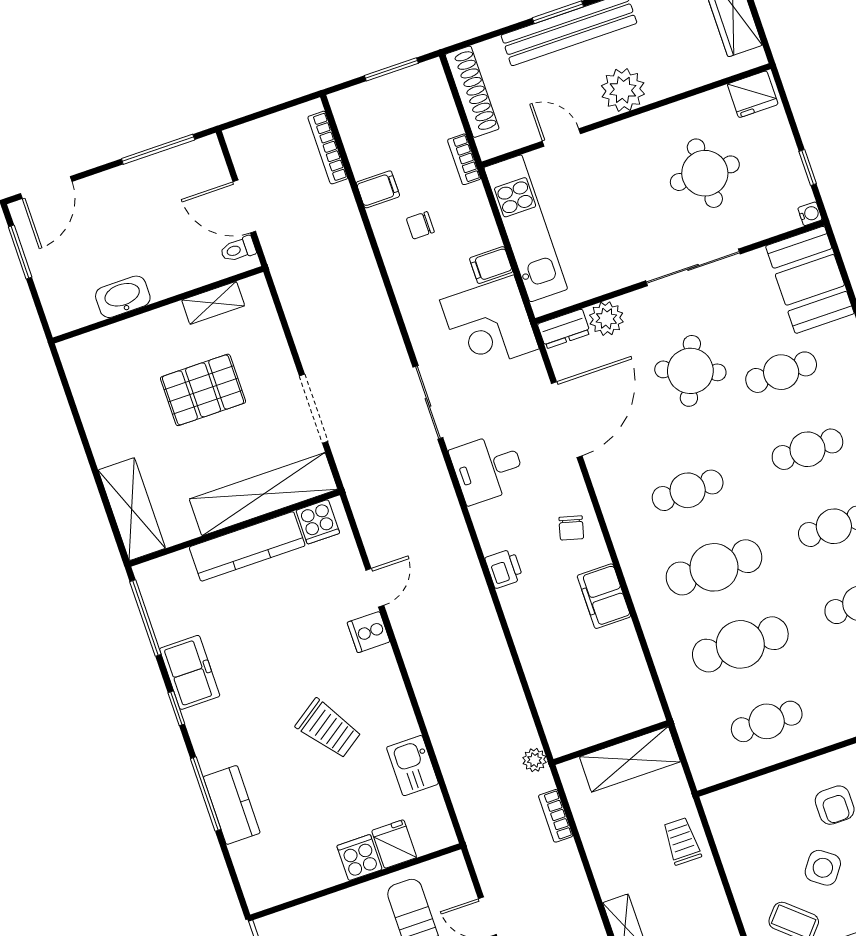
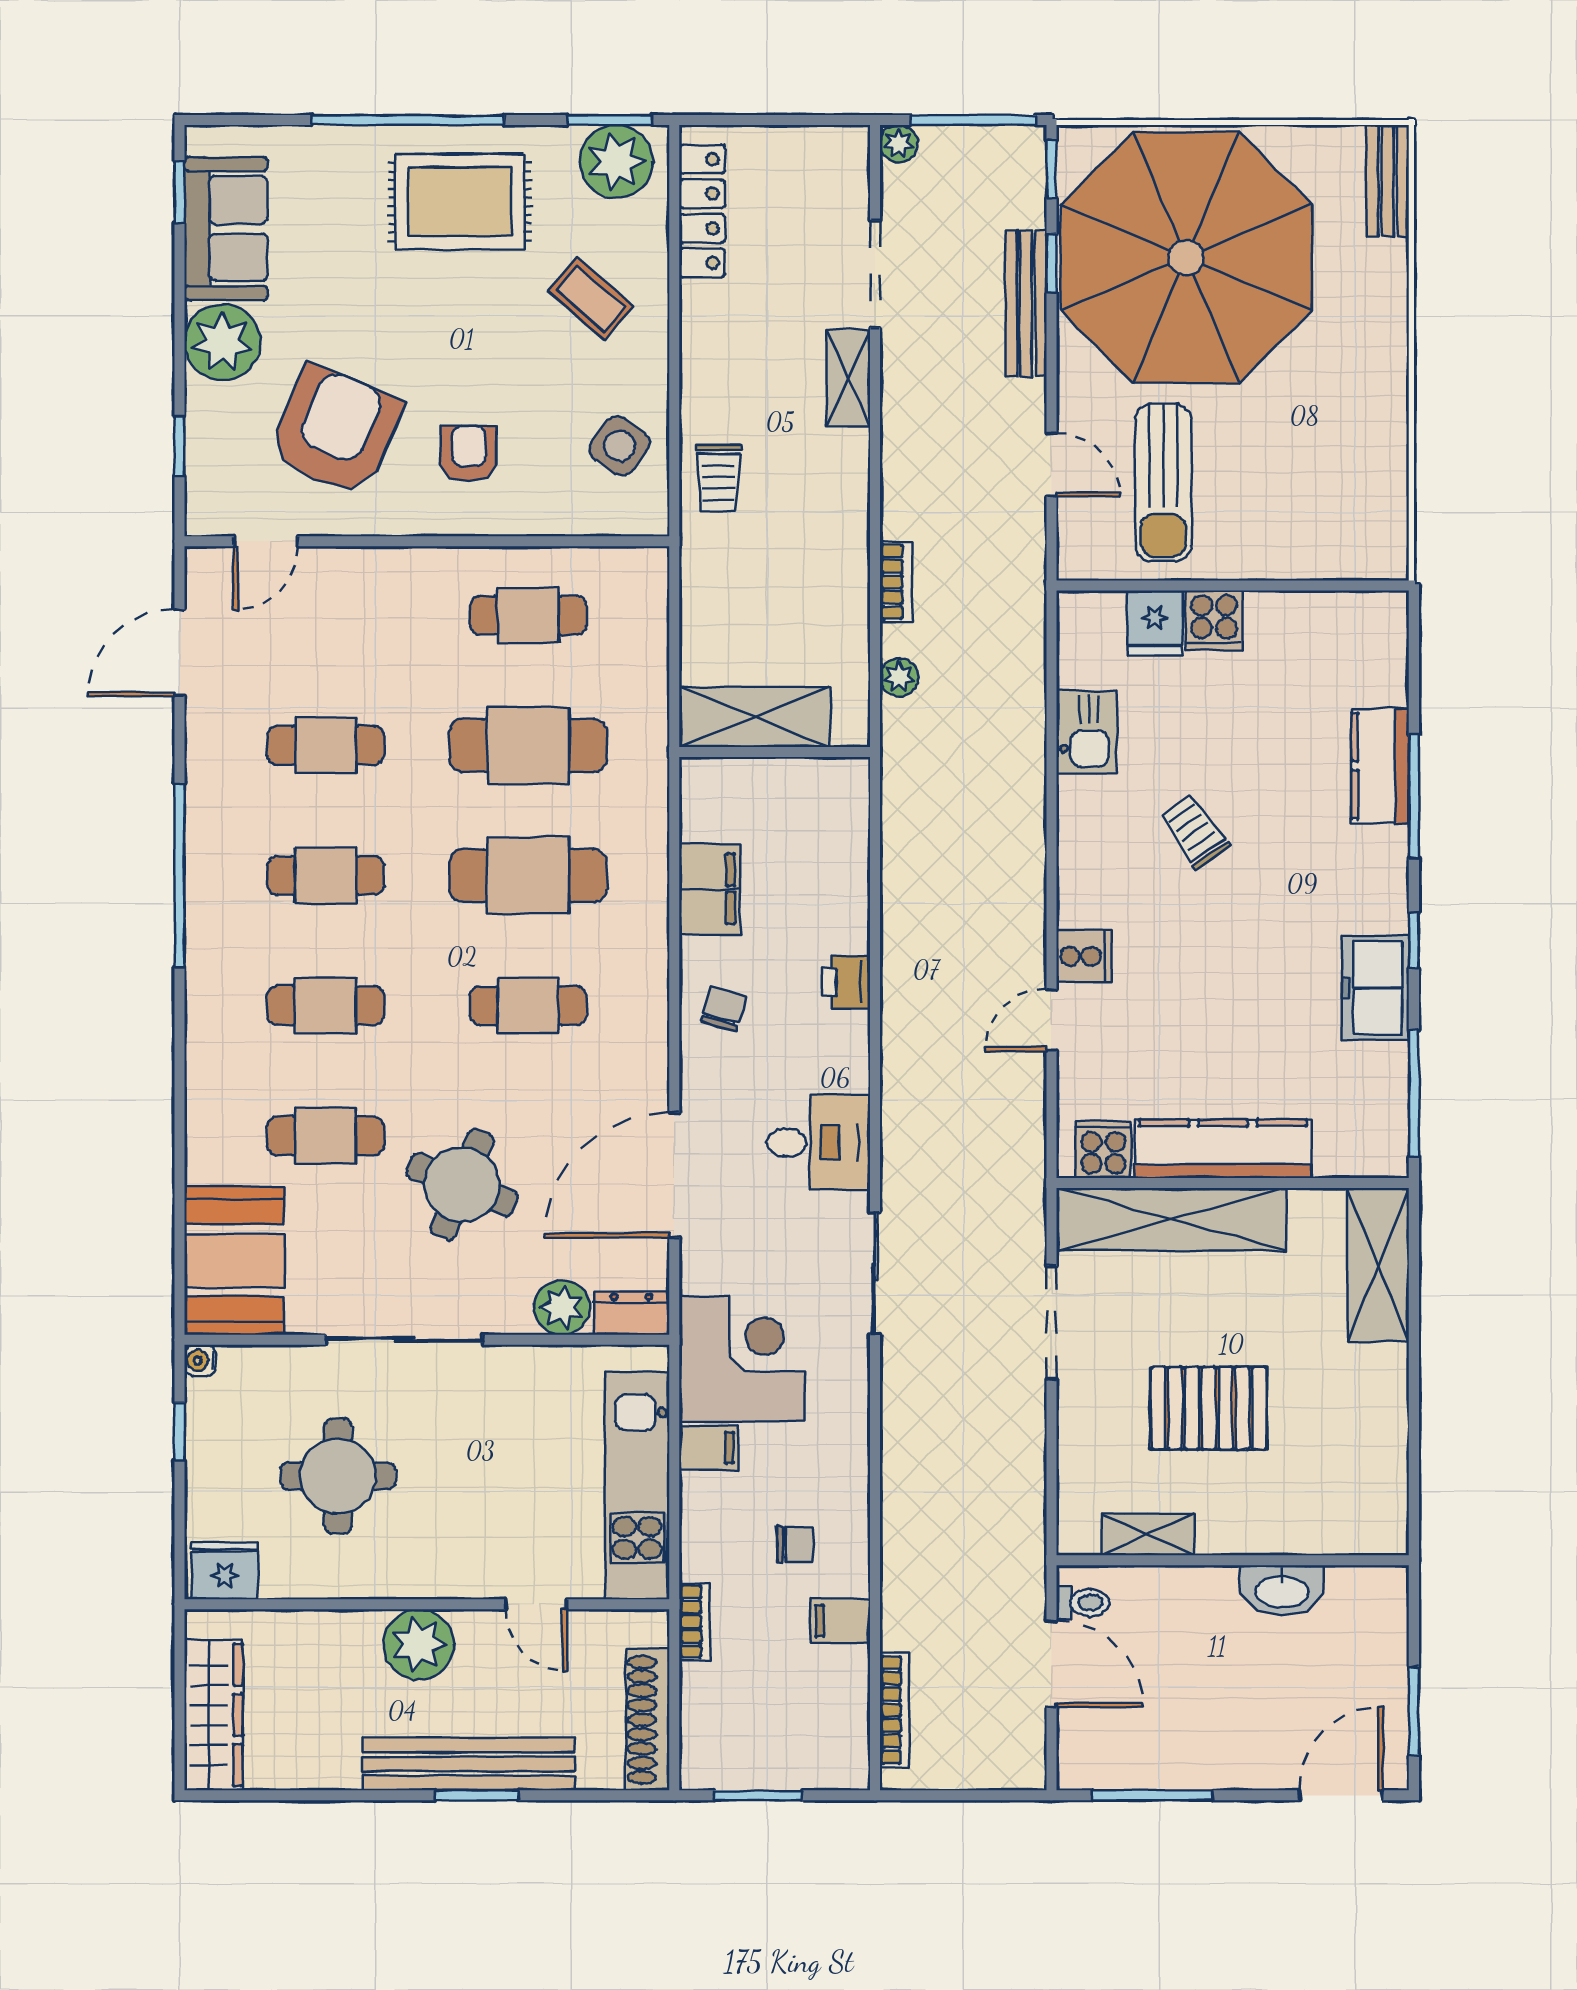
trolley: (328, 729) -> (1195, 831), width x0.73, depth x0.72
wall: (611, 743) -> (775, 752), moved
shelving: (630, 759) -> (754, 717), moved
side table: (823, 868) -> (620, 446), moved

